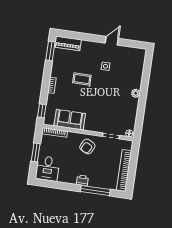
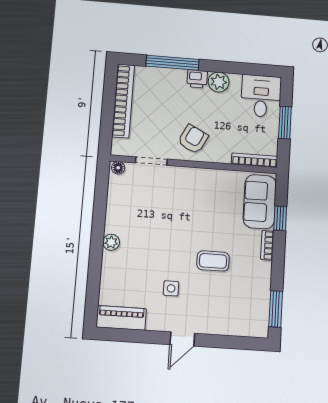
door: (112, 41) -> (182, 339), moved
piano: (68, 43) -> (121, 318), moved
window: (42, 111) -> (280, 218), moved
sofa: (70, 120) -> (260, 202), moved, turned 90
plant: (71, 178) -> (219, 82), added

